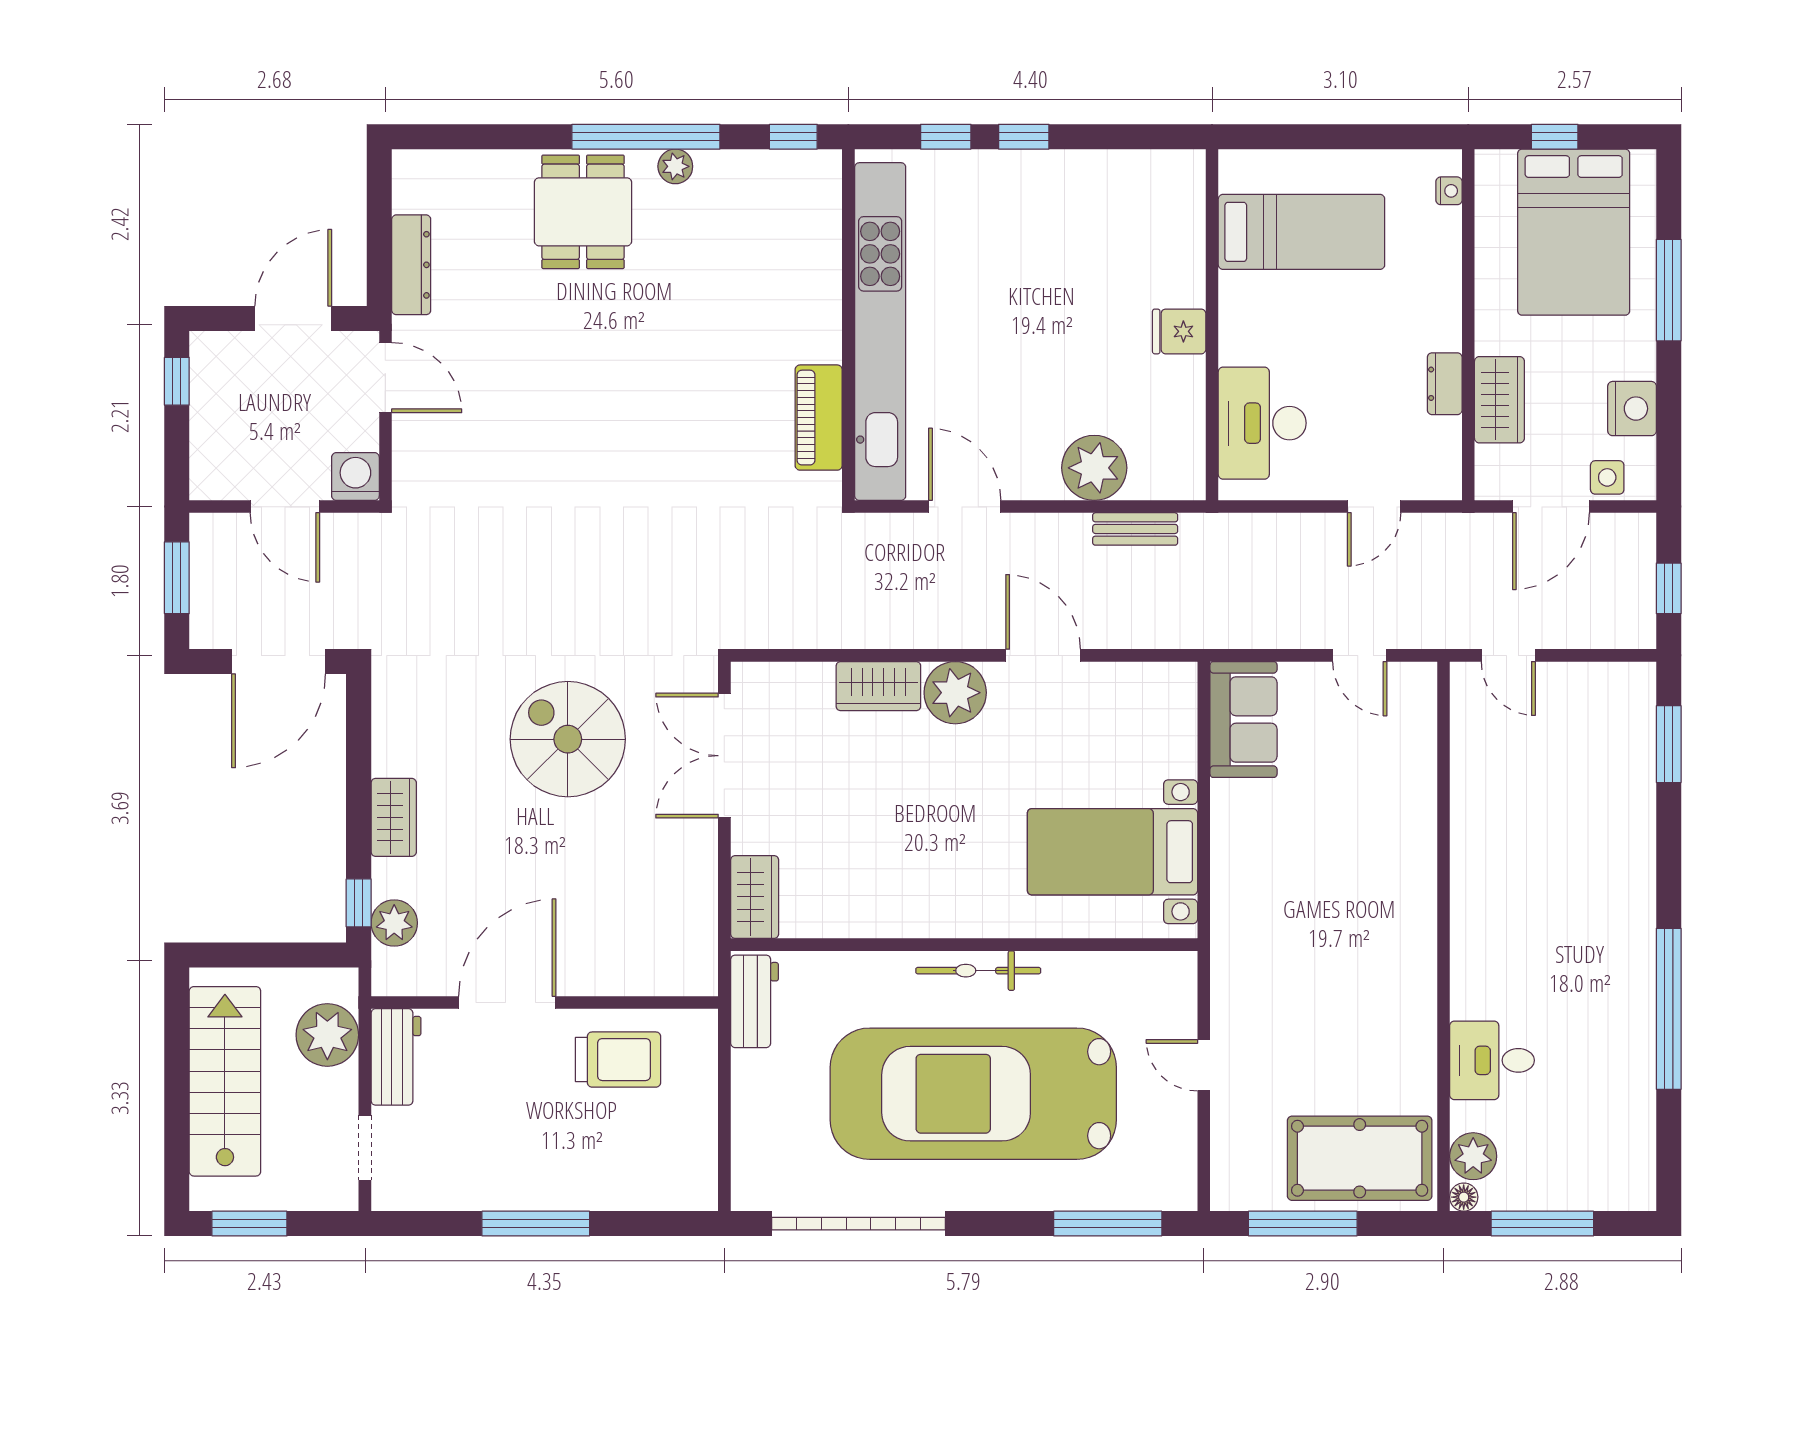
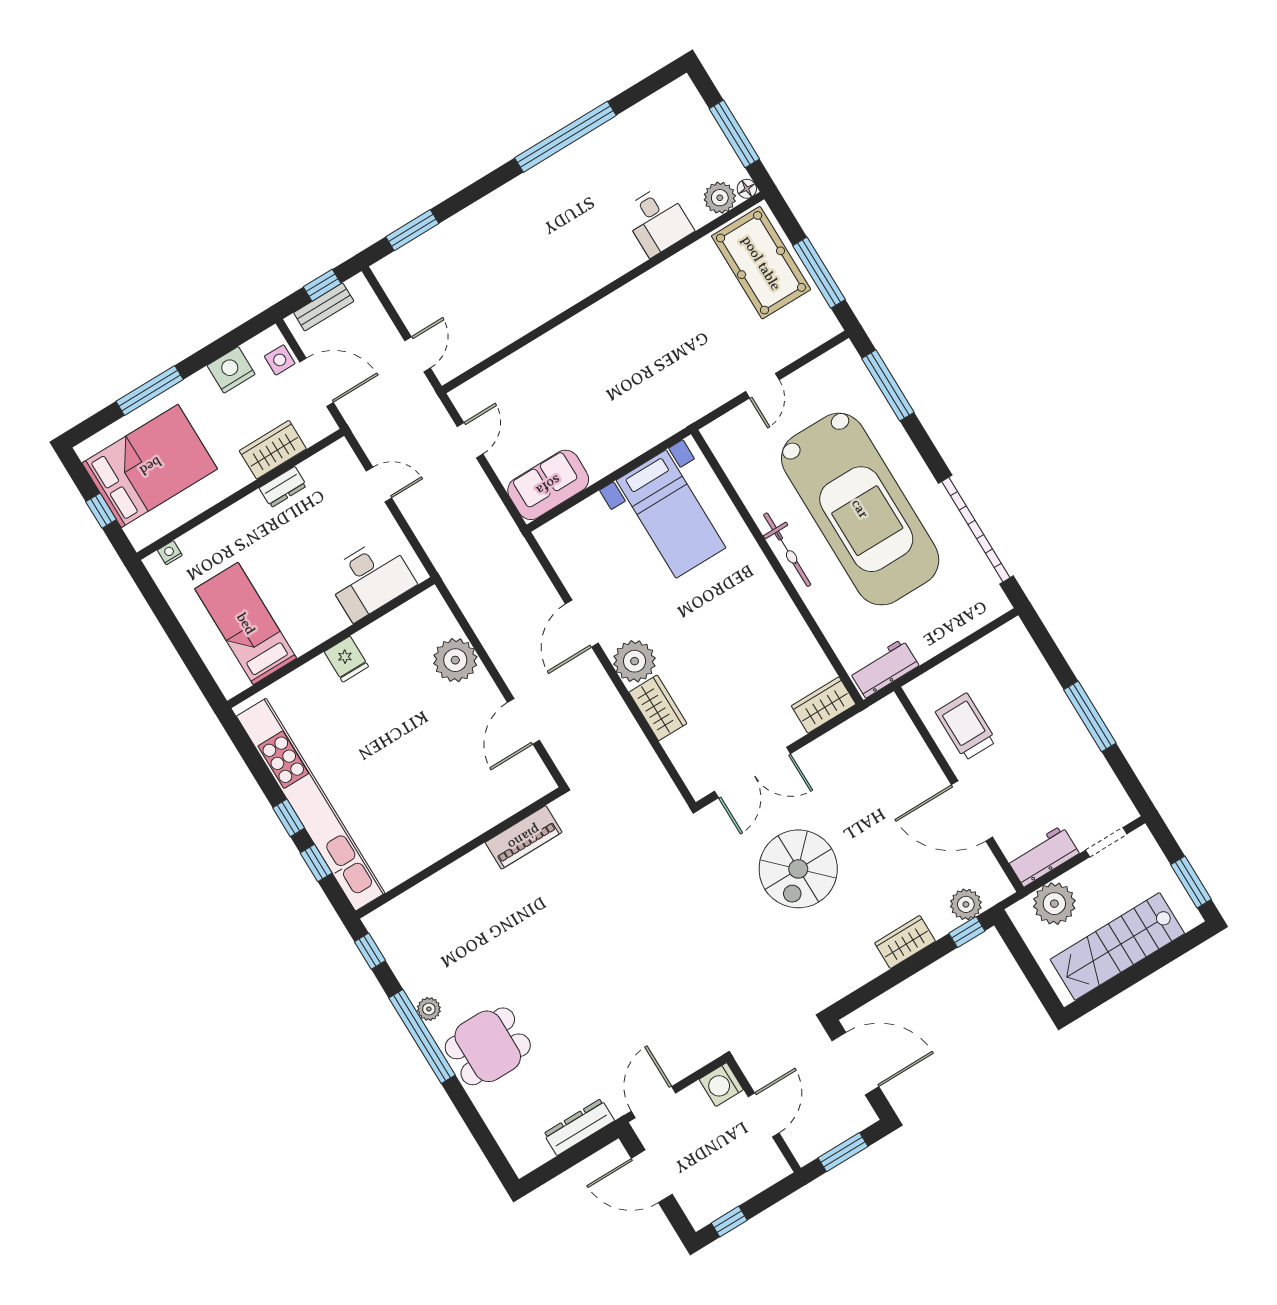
kitchen unit: (880, 332) -> (311, 805), moved, turned 90
bench: (1135, 529) -> (324, 307), moved, turned 90

